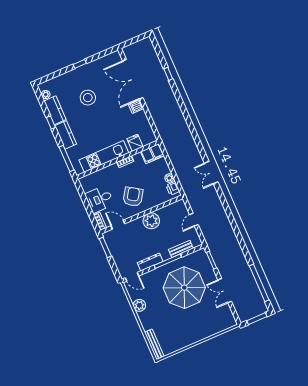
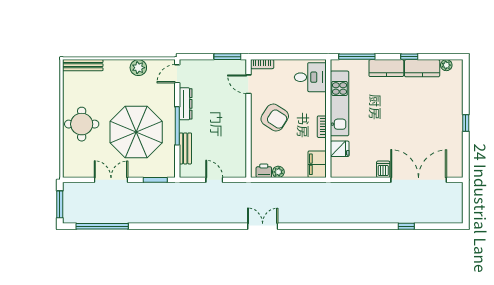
stool: (88, 98) -> (420, 115), removed
desk: (99, 199) -> (310, 77), moved, turned 90
plant: (151, 221) -> (236, 127), removed
door: (118, 225) -> (248, 84), swing flipped
round table: (195, 327) -> (82, 124), added

